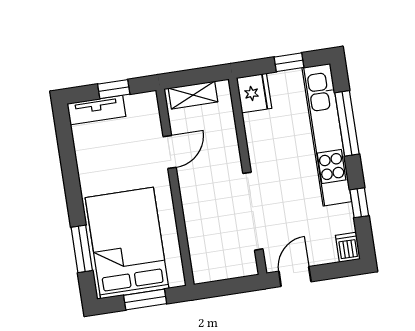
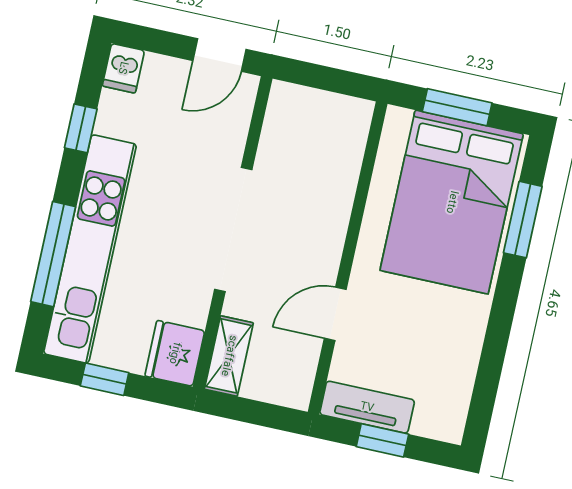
shelving: (193, 95) -> (229, 356), moved, turned 90
tv unit: (96, 110) -> (367, 407), moved
doorway: (253, 211) -> (233, 229), moved

